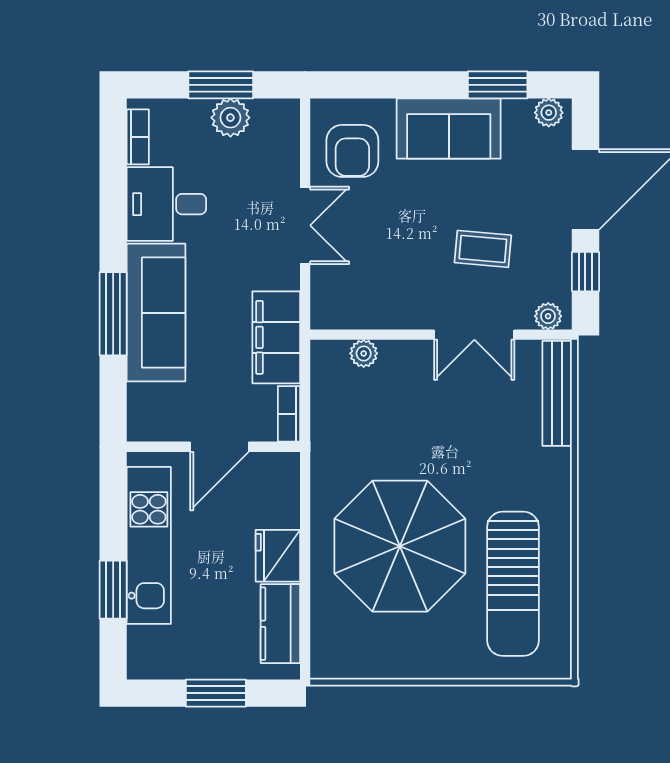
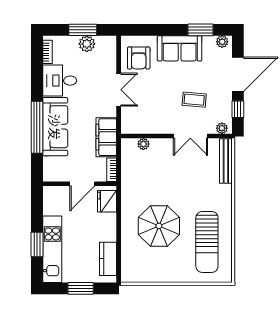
window: (113, 314) -> (37, 127), width x1.46
kitchen unit: (149, 545) -> (52, 249), moved
parasol: (400, 546) -> (159, 226), width x0.73, depth x0.73
fridge: (278, 556) -> (107, 201), moved

